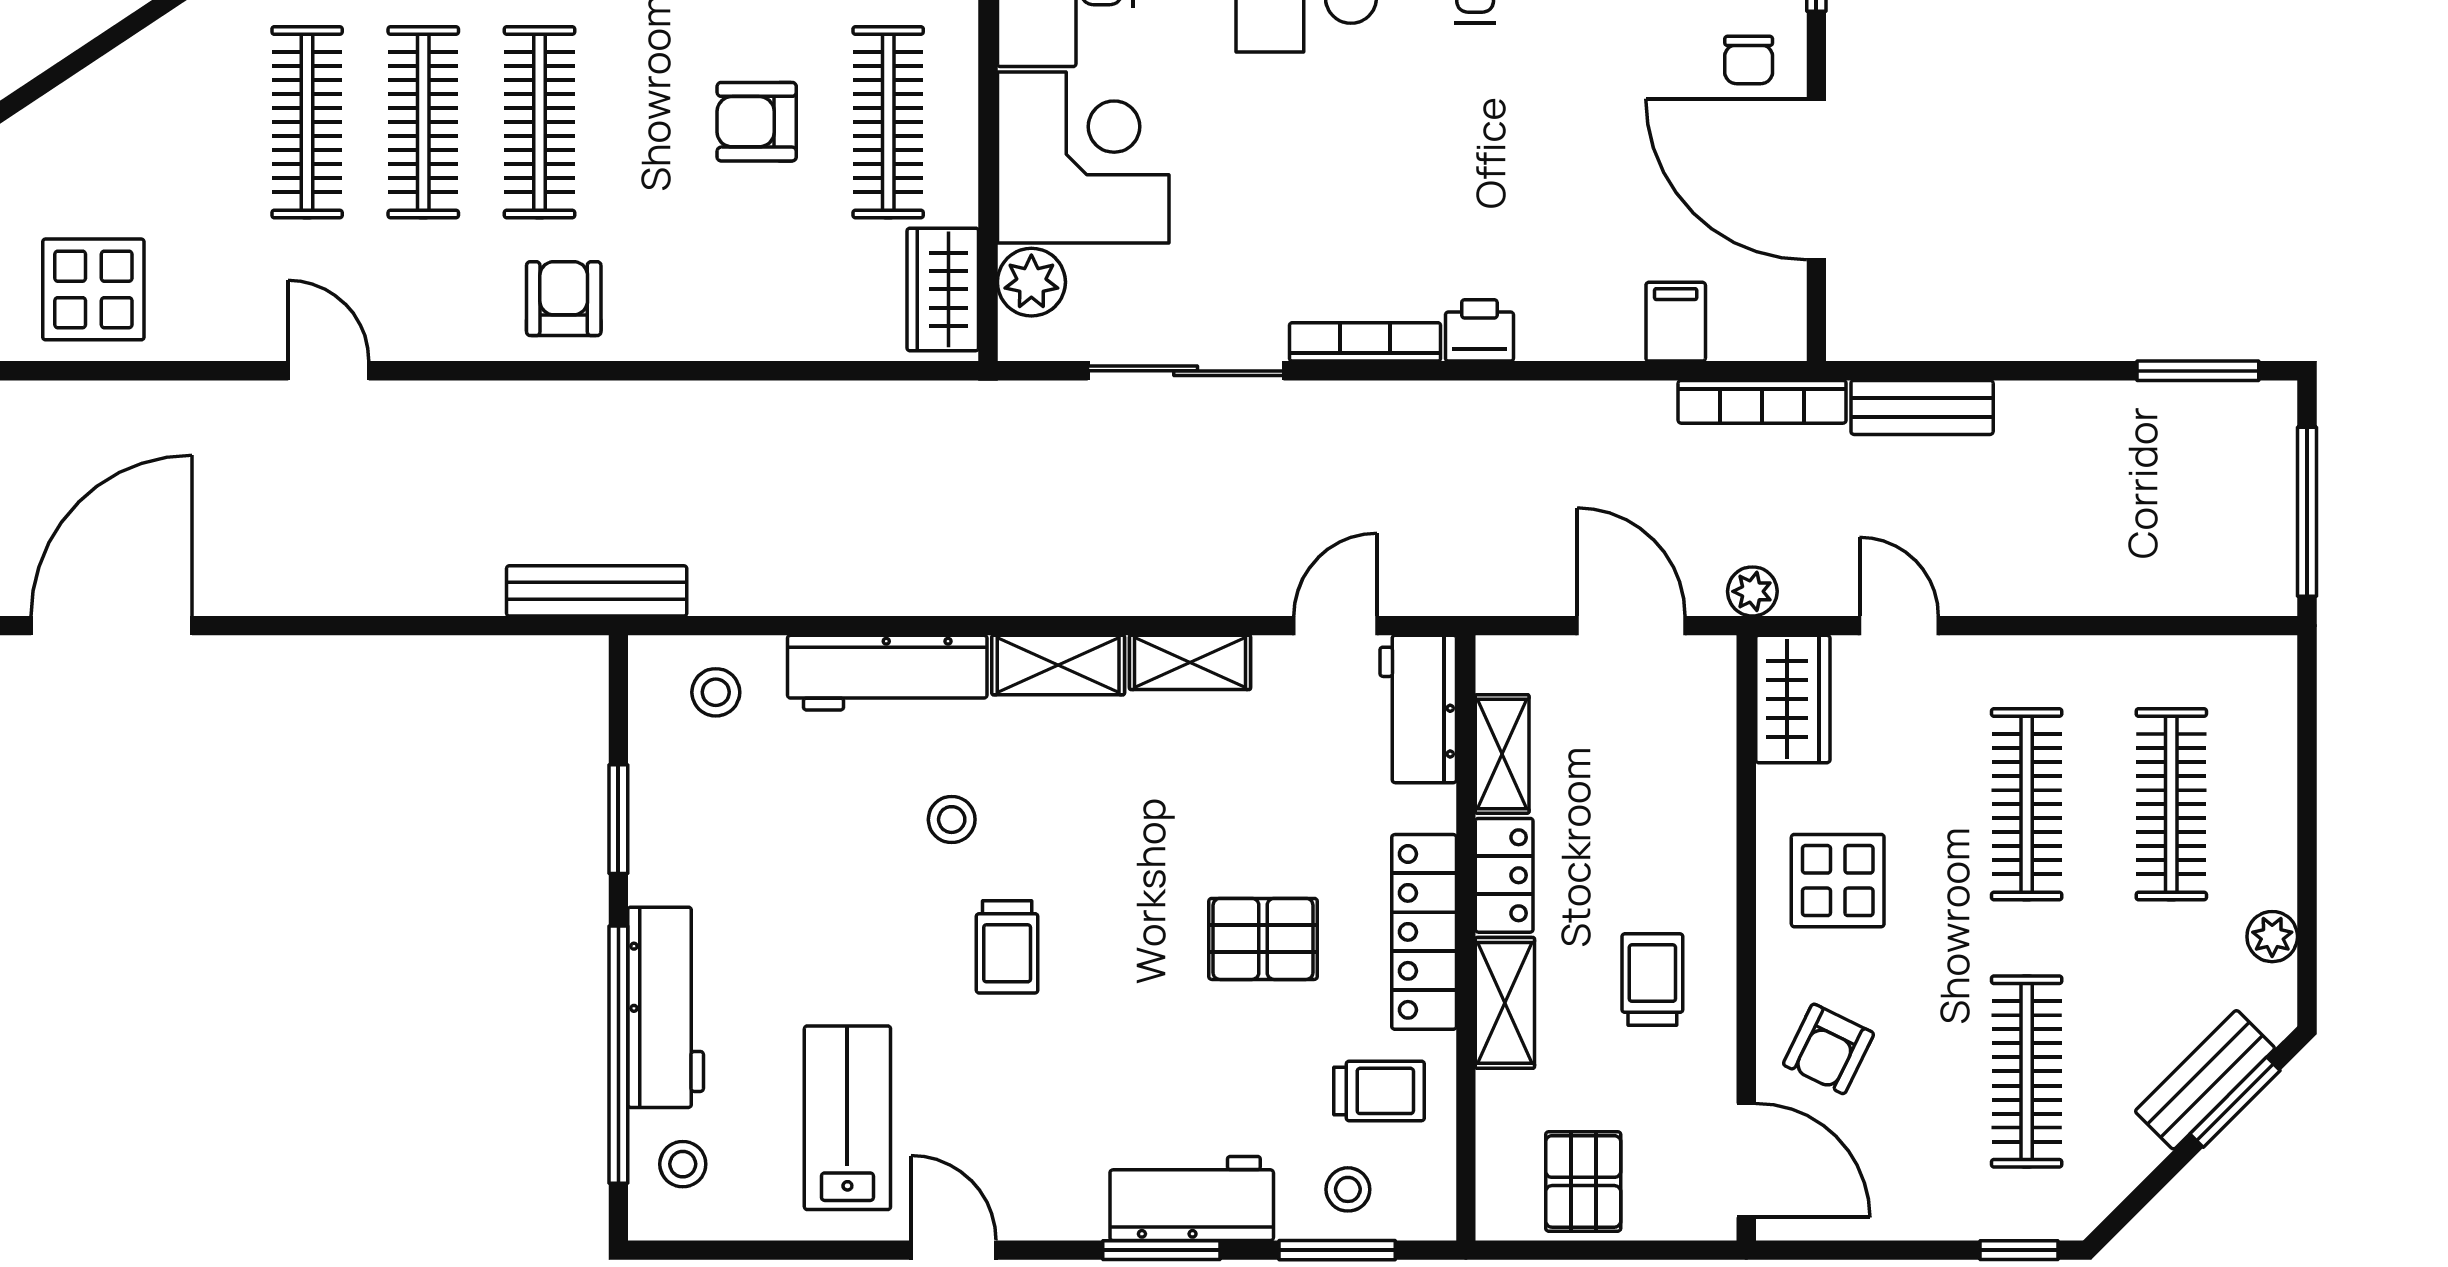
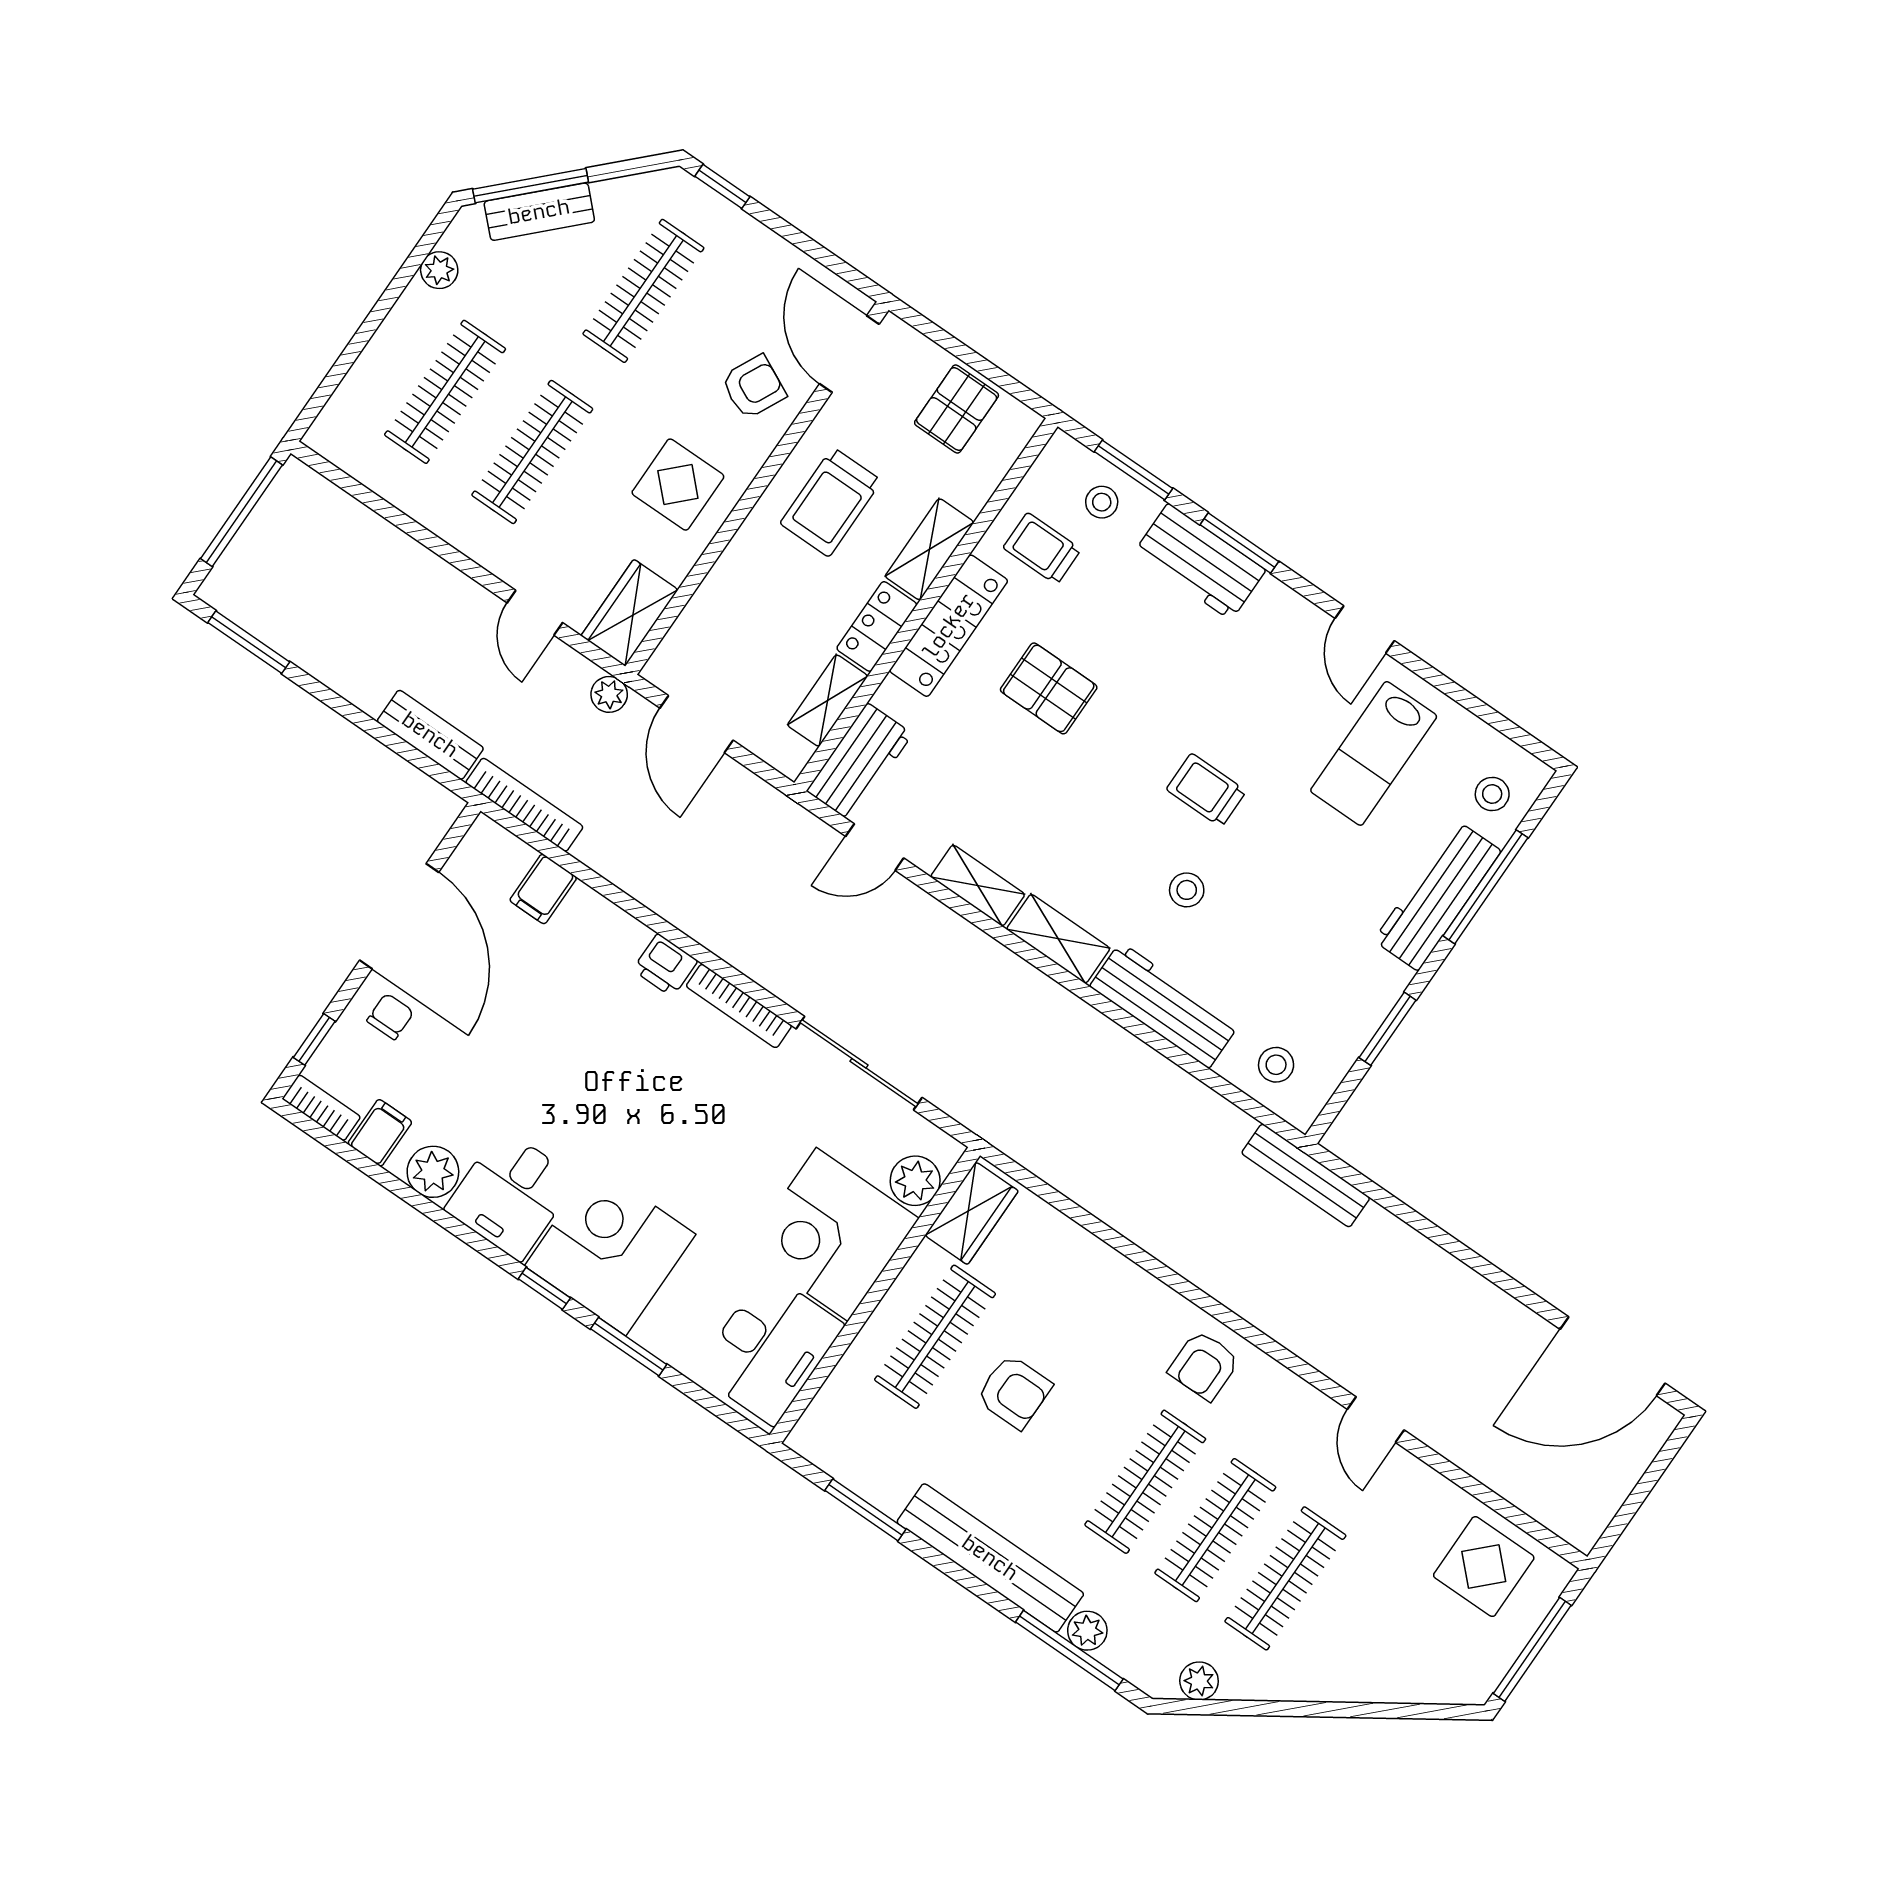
trolley: (1007, 947) -> (1206, 790), turned -90
trolley: (1652, 979) -> (831, 502), width x1.36, depth x1.39
window: (618, 1055) -> (1485, 887), width x0.68
window: (2235, 1102) -> (531, 186), width x1.44

